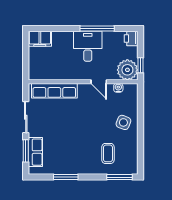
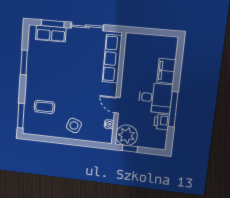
printer: (131, 38) -> (162, 122), moved, turned -90
filing cabinet: (40, 39) -> (166, 71), moved
door: (99, 82) -> (117, 105), hinge flipped

